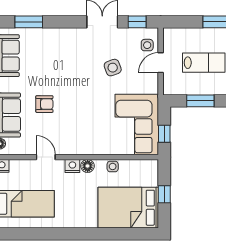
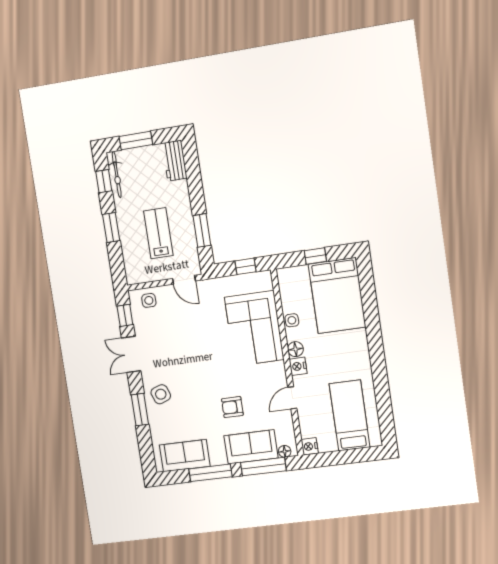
window: (29, 22) -> (140, 410), moved
door: (161, 63) -> (184, 280), moved
side table: (113, 68) -> (161, 394), moved
armchair: (44, 104) -> (232, 407), turned -90
corner sofa: (137, 125) -> (254, 328), moved, turned 90

